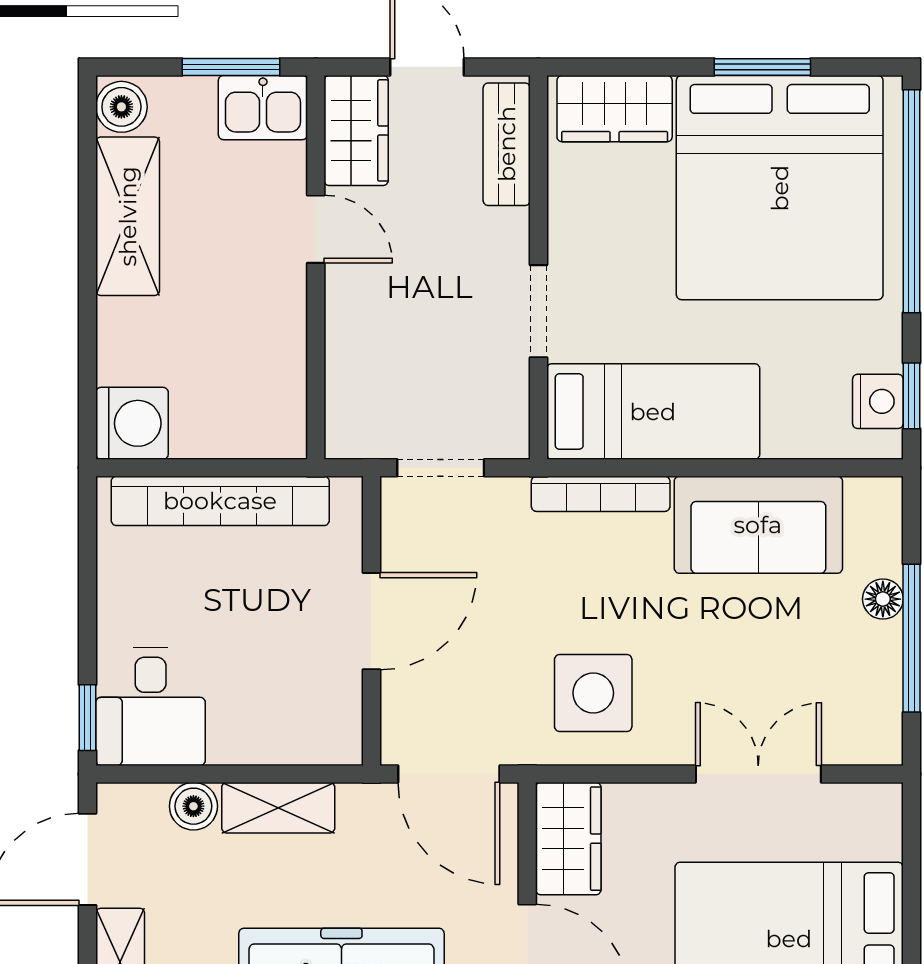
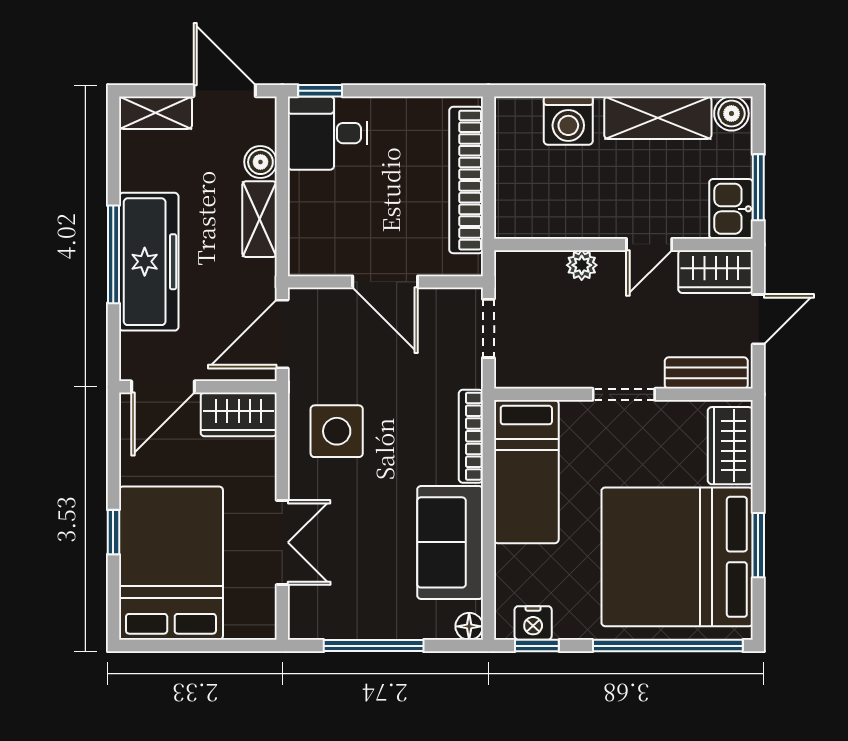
doorway: (538, 311) -> (624, 394), moved
plant: (347, 329) -> (582, 265), added
washing machine: (132, 423) -> (568, 121), moved
floor lamp: (883, 599) -> (469, 626), moved

